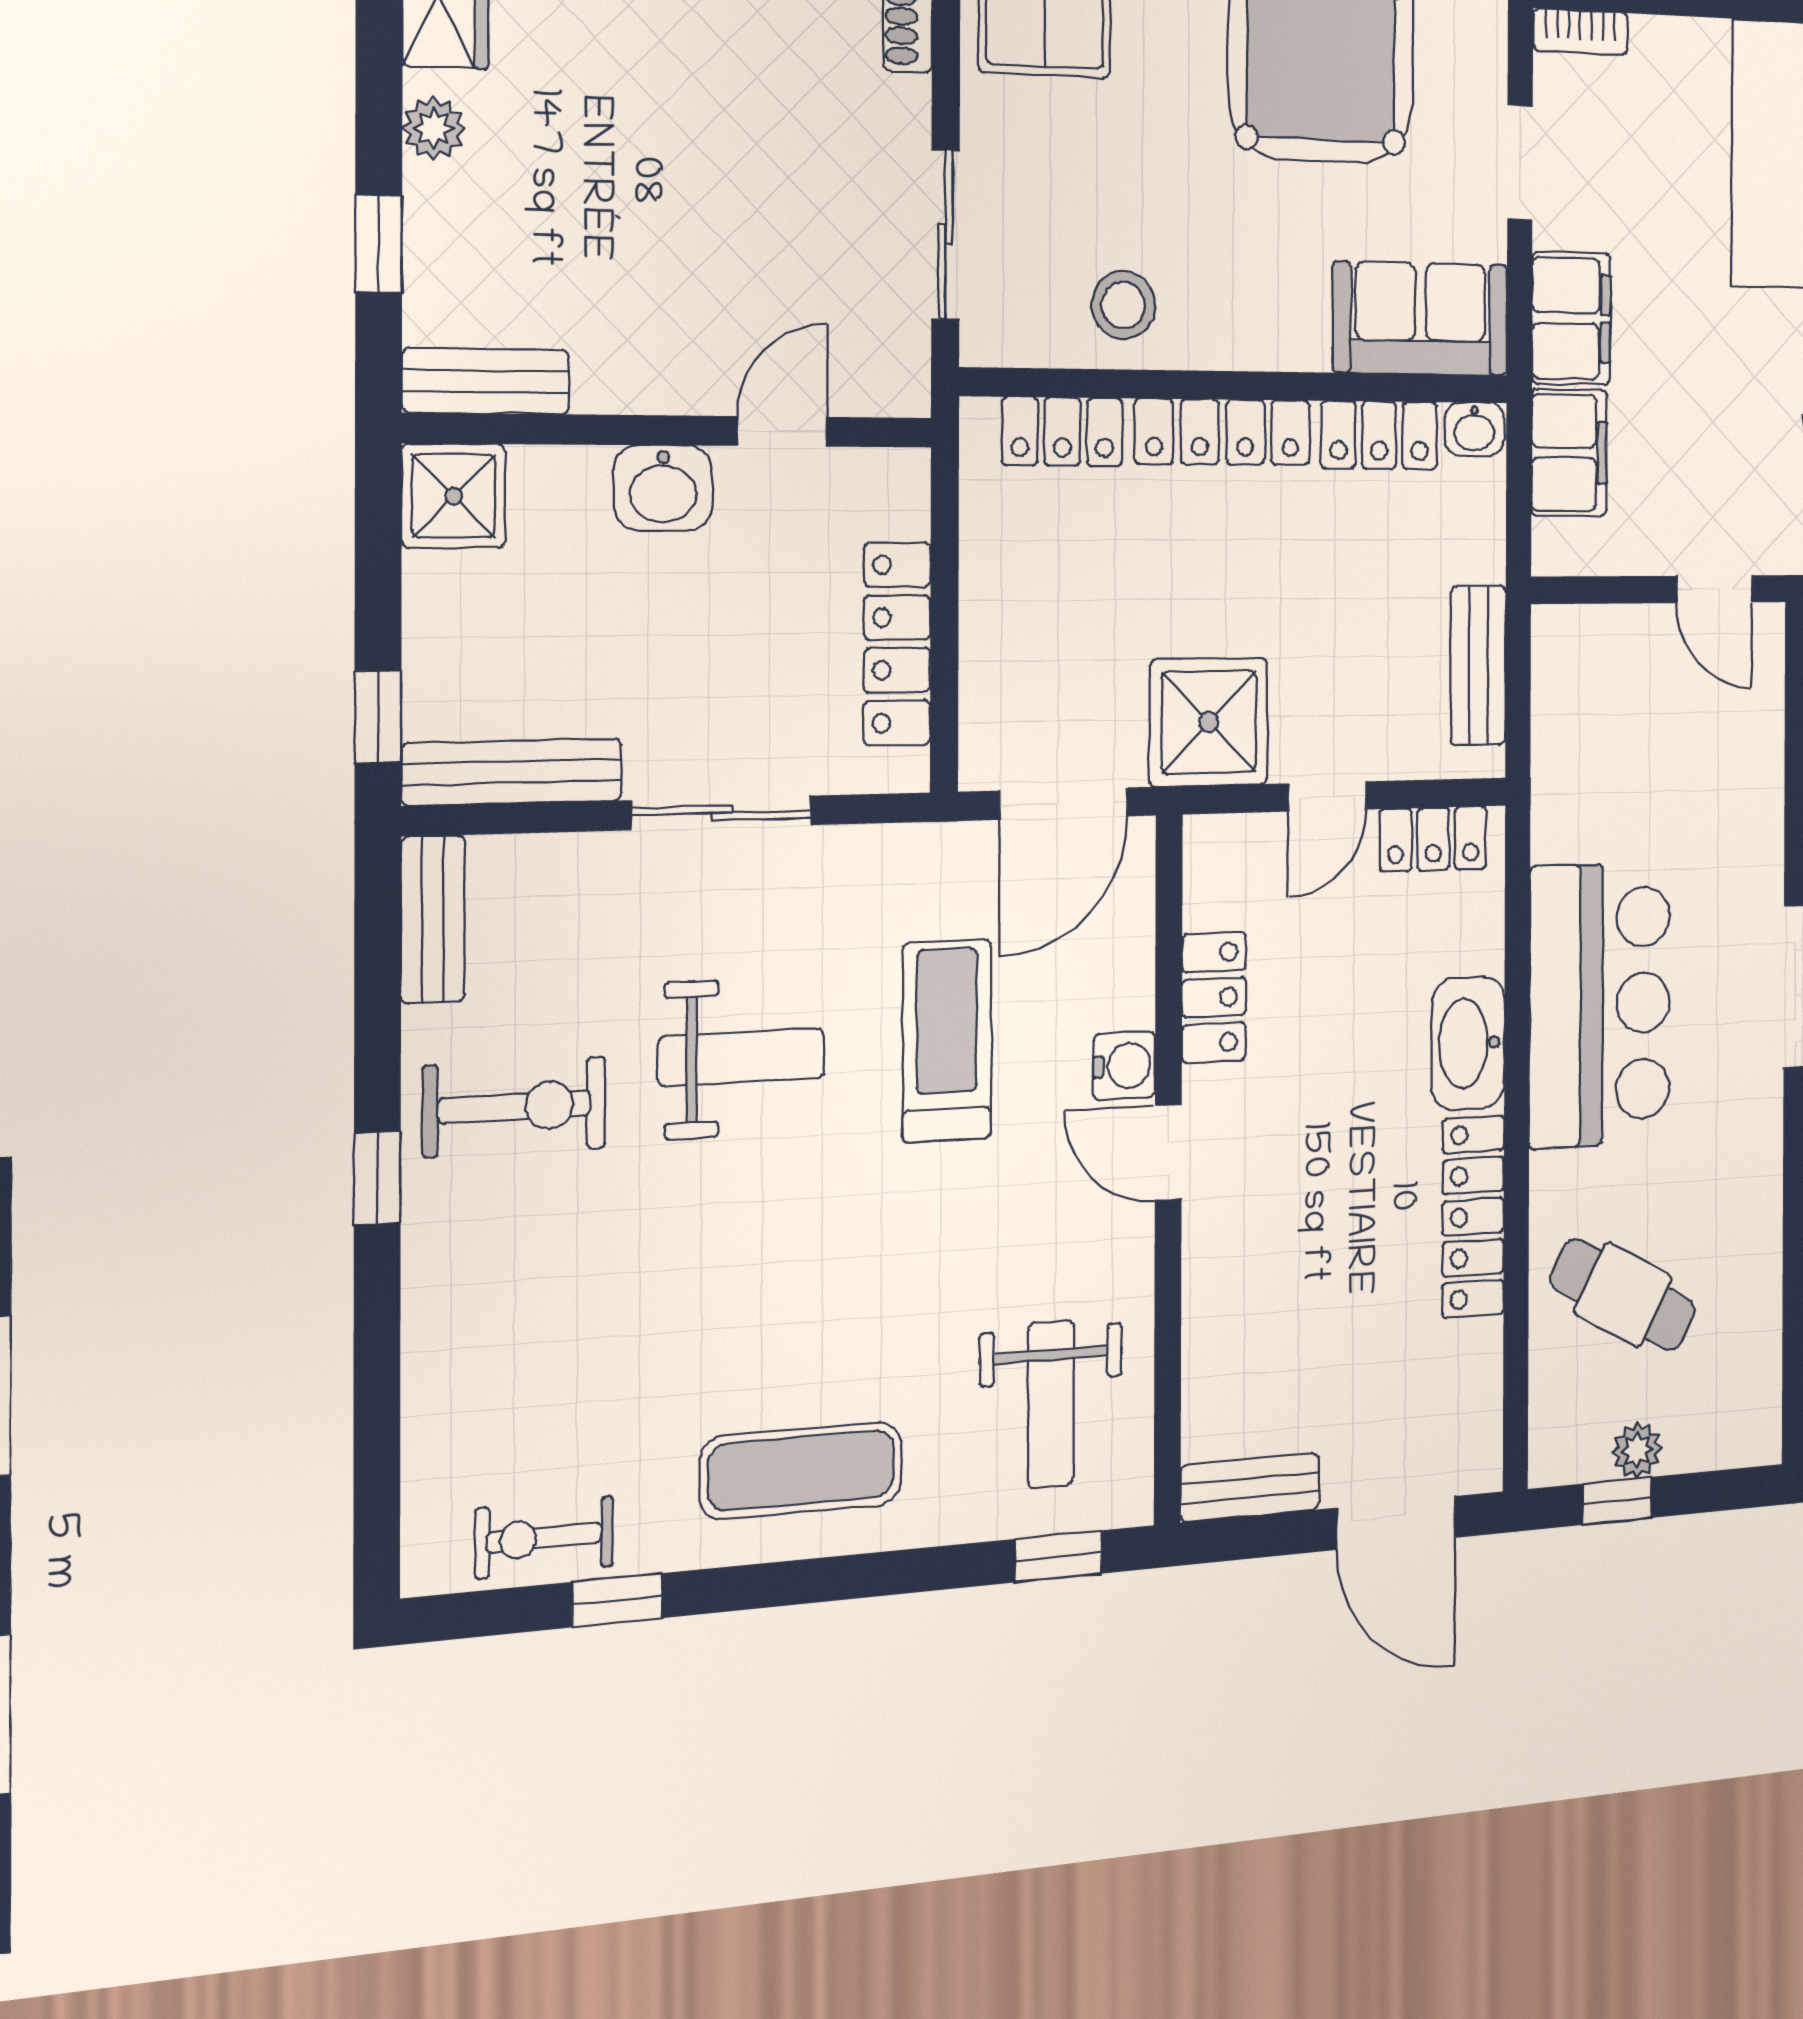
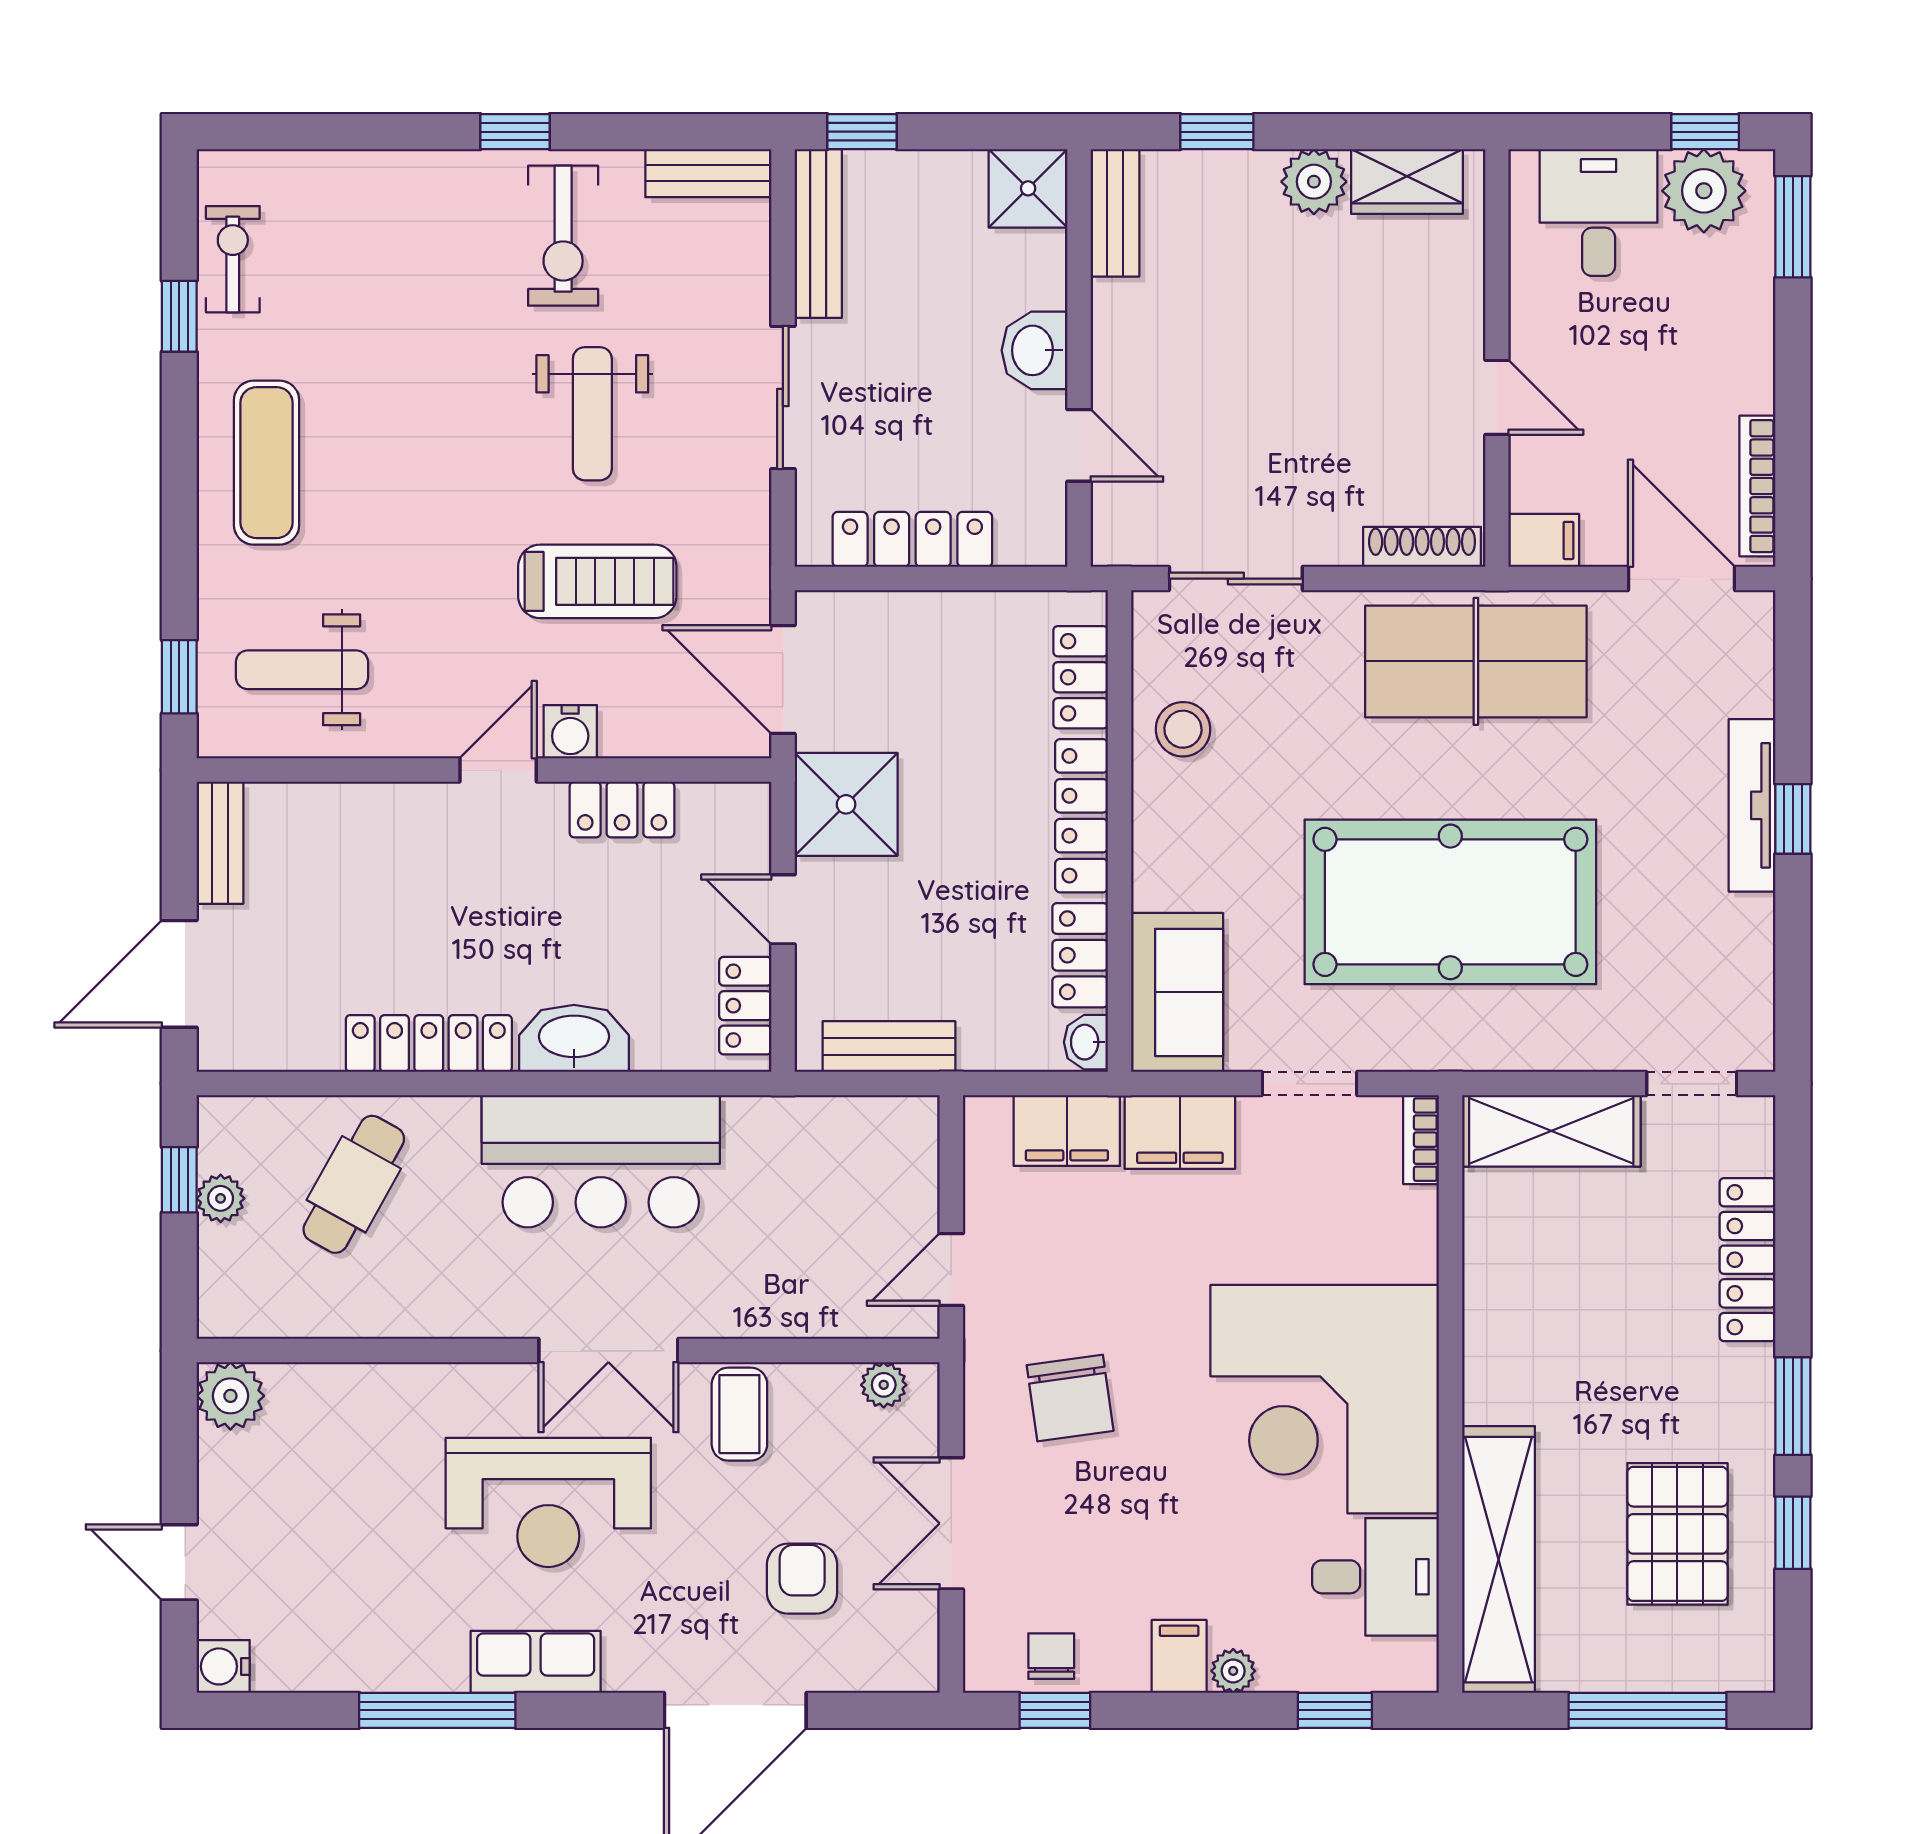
plant: (434, 128) -> (1314, 182), width x1.38, depth x1.38

